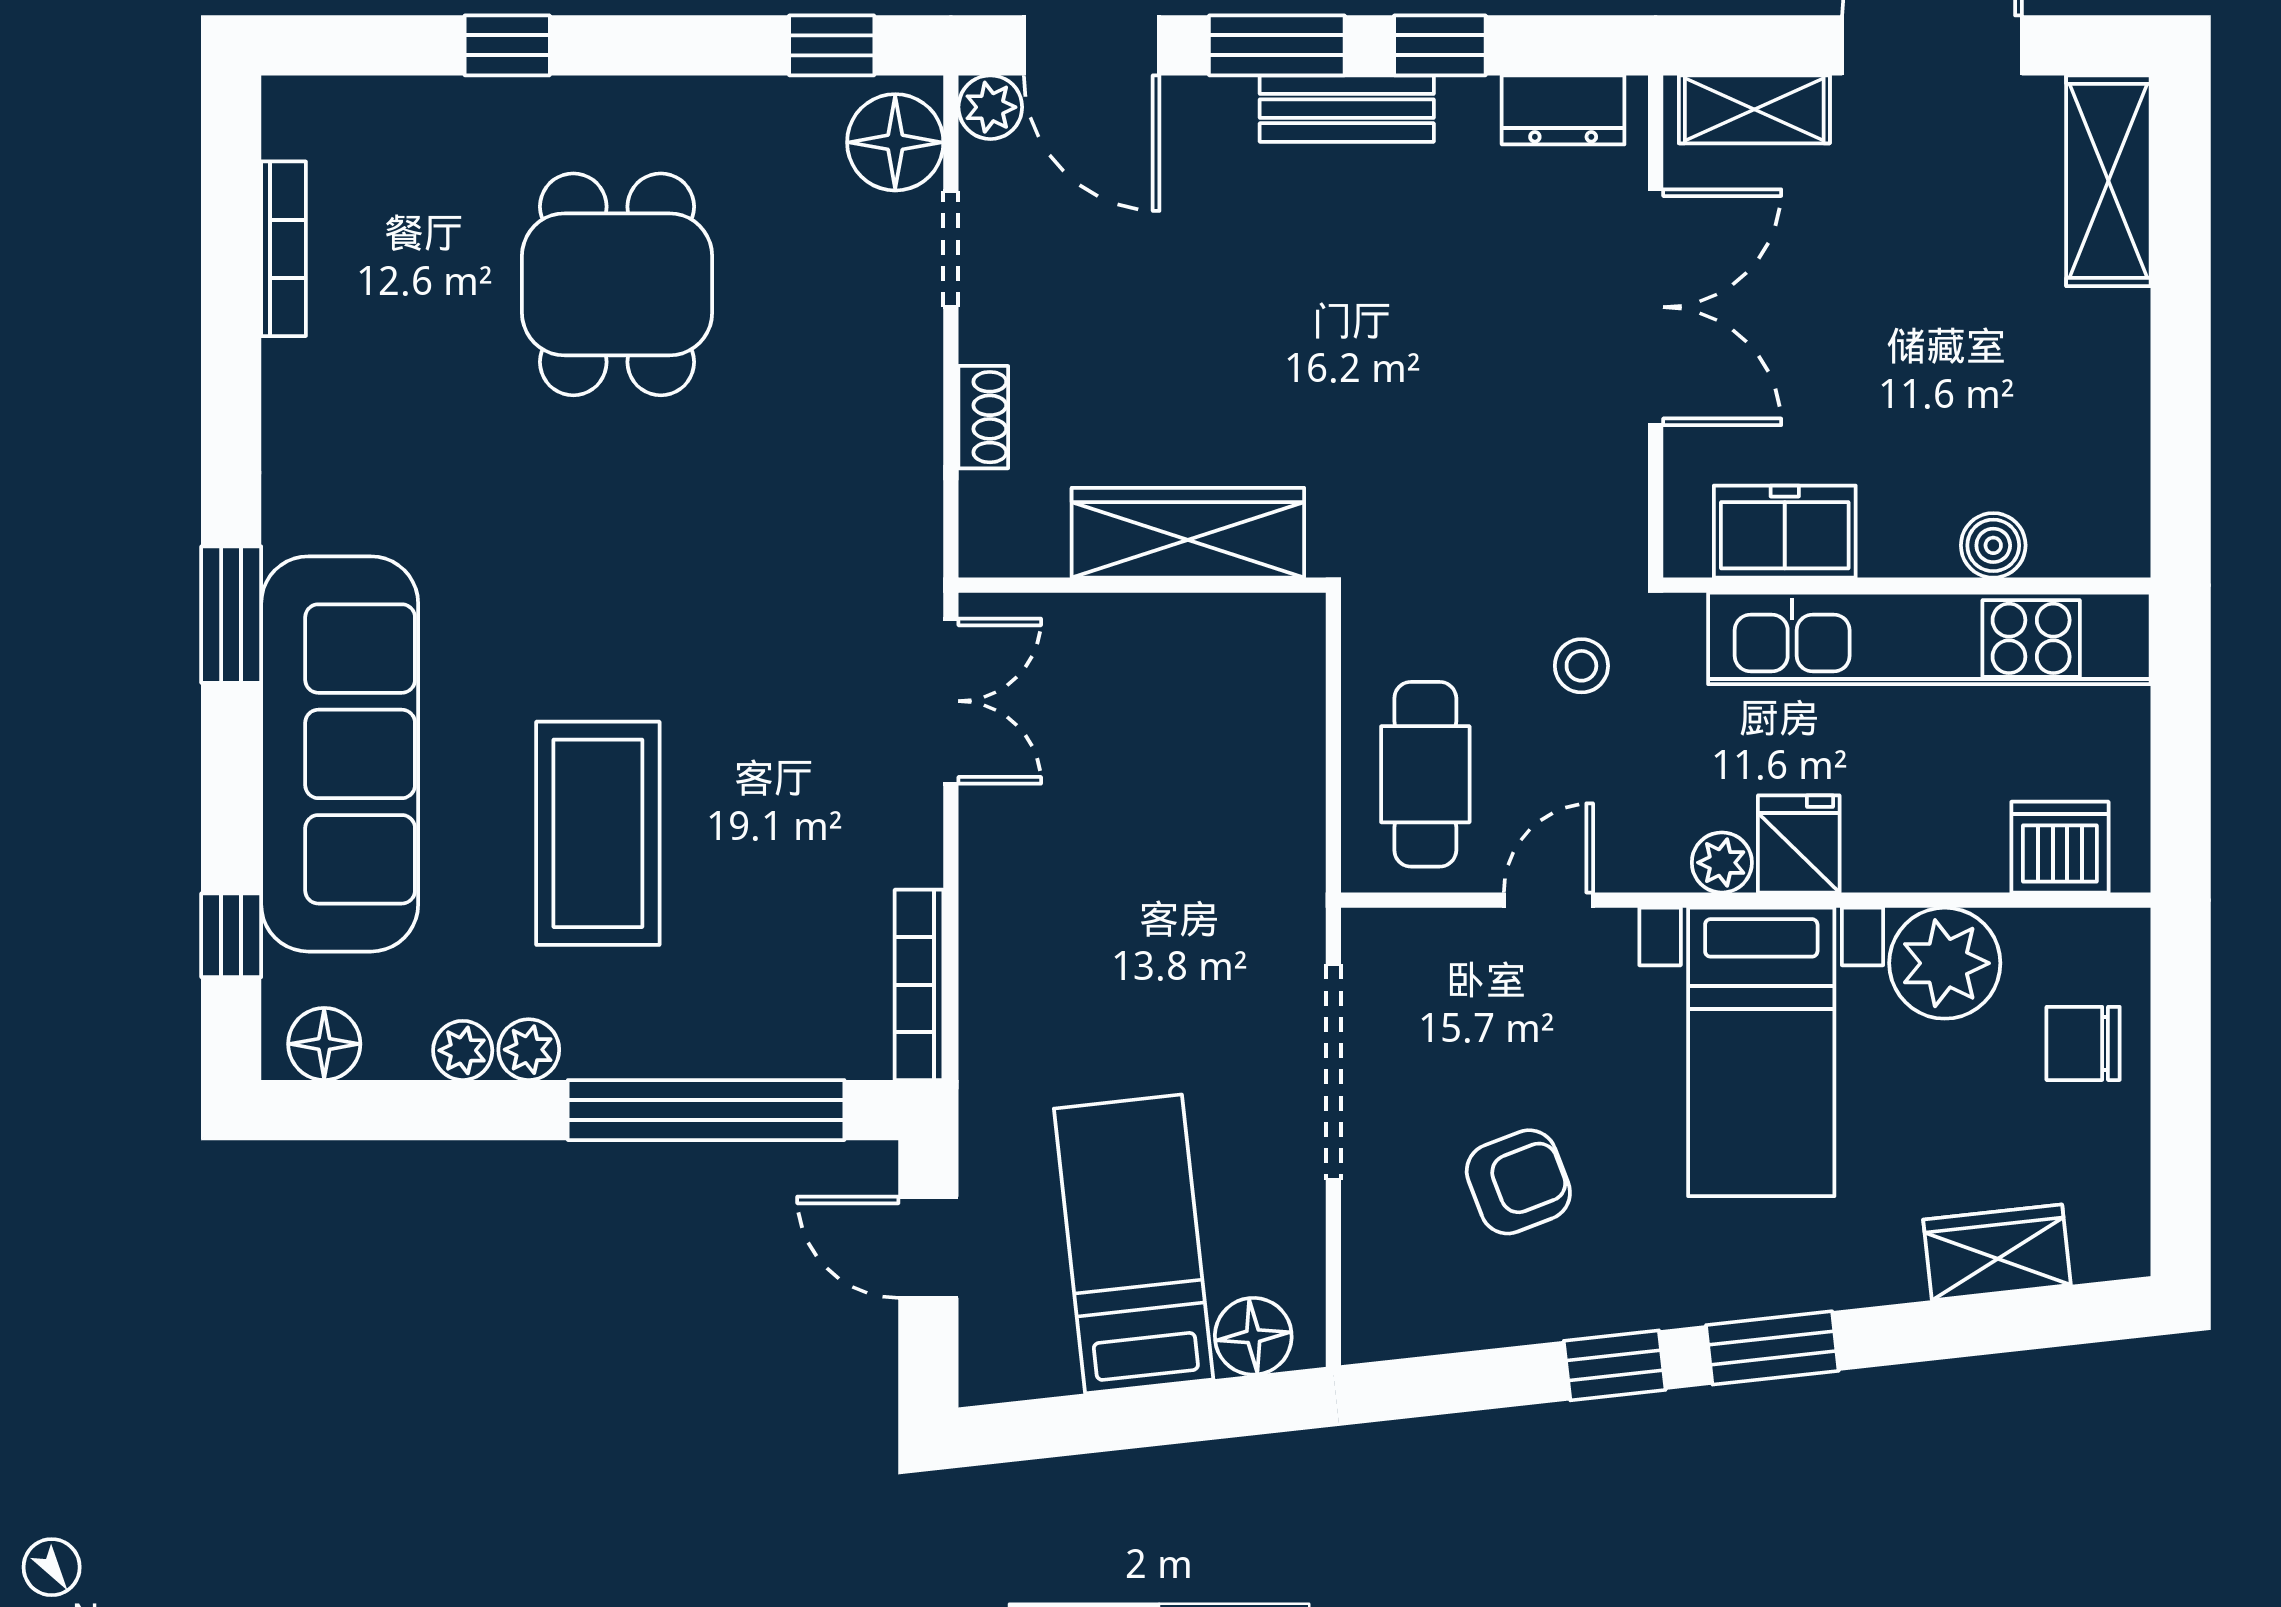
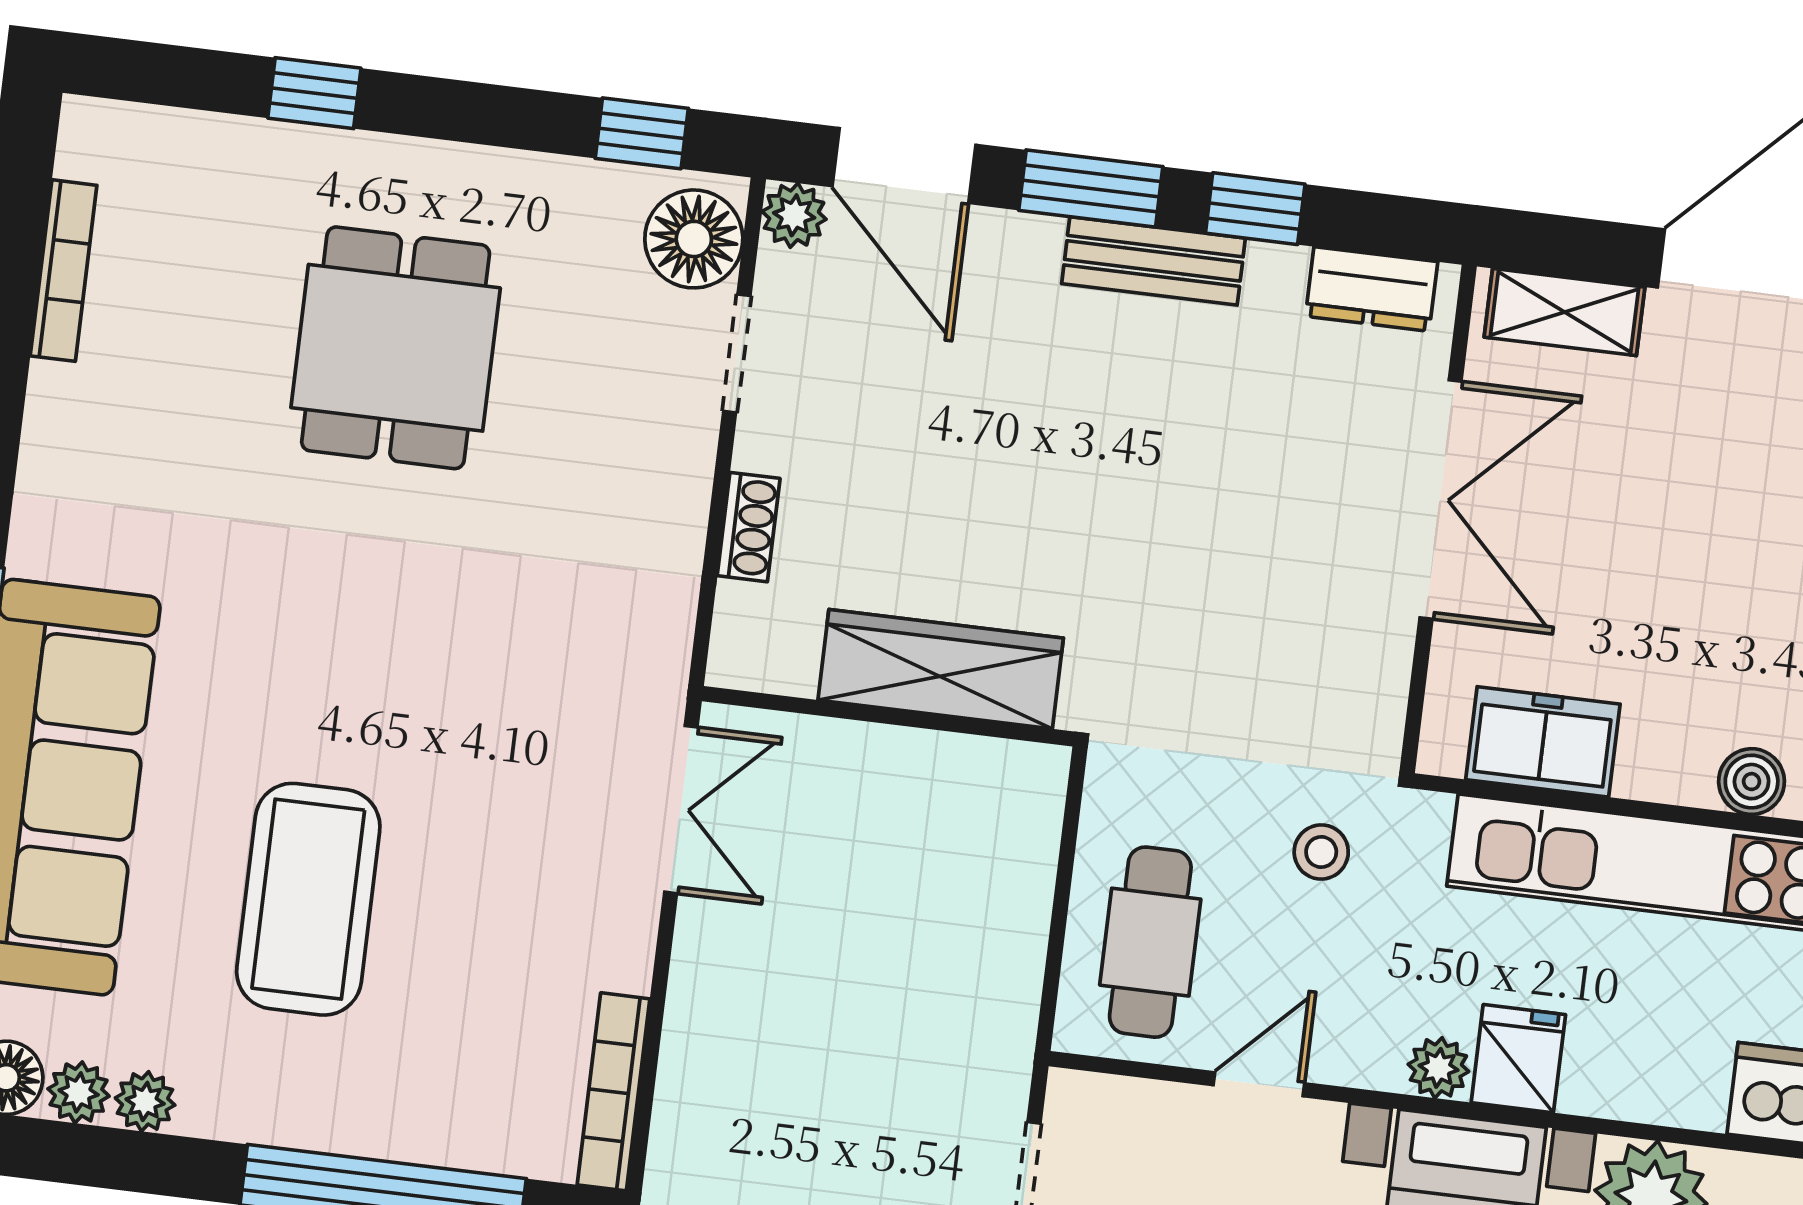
plant: (529, 1050) -> (79, 1092), moved

